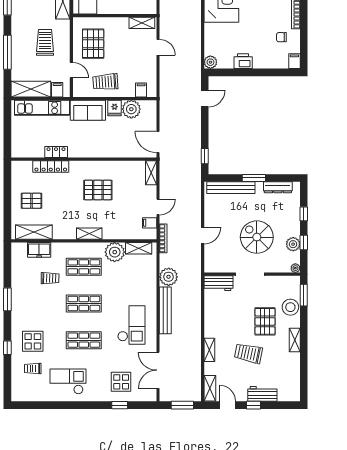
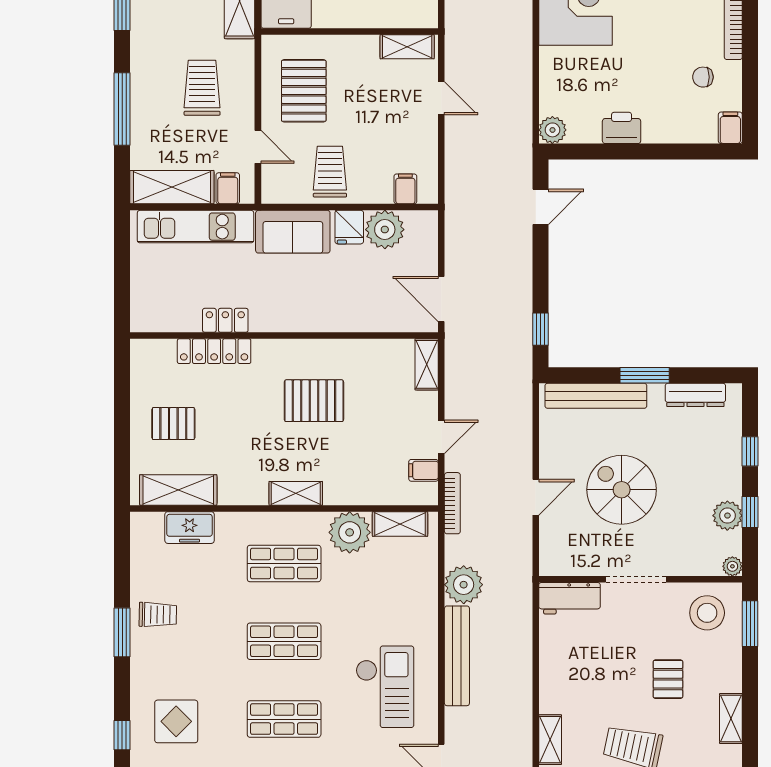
trolley: (105, 82) -> (330, 172), turned 94
spiral stairs: (257, 237) -> (622, 490), moved
trolley: (50, 278) -> (158, 615), moved
stool: (290, 307) -> (707, 613), moved
pallet: (265, 321) -> (668, 679), width x0.67, depth x0.71

